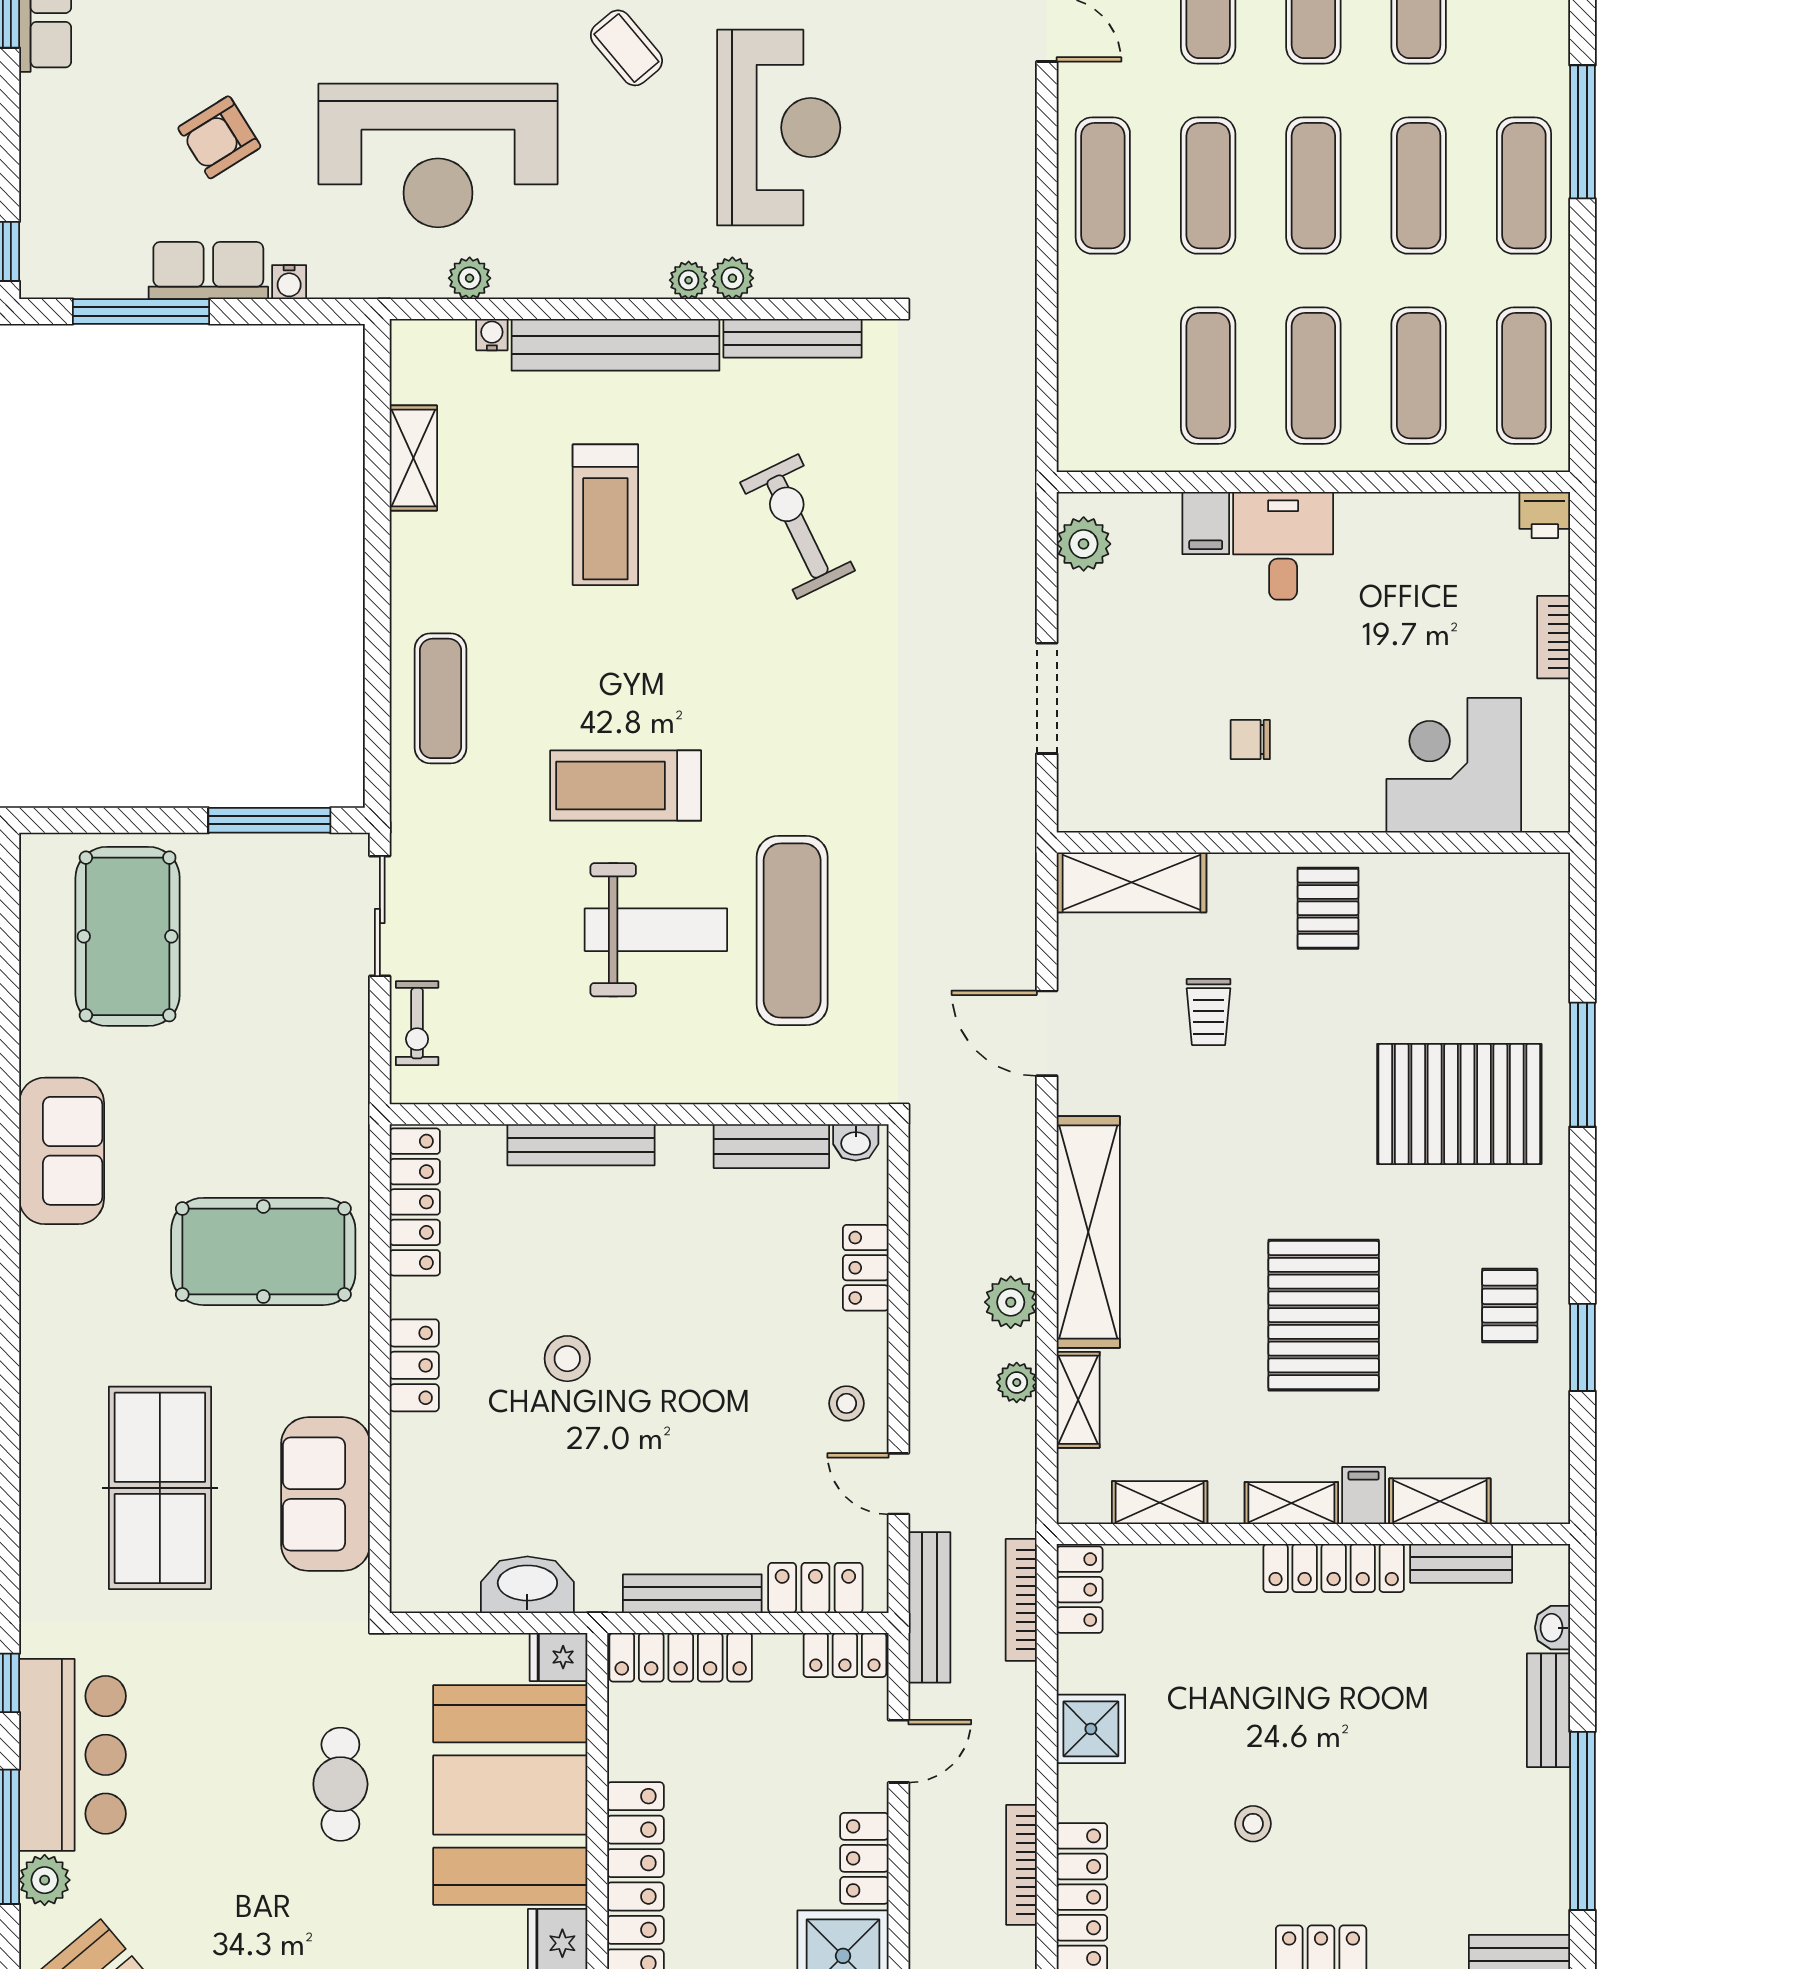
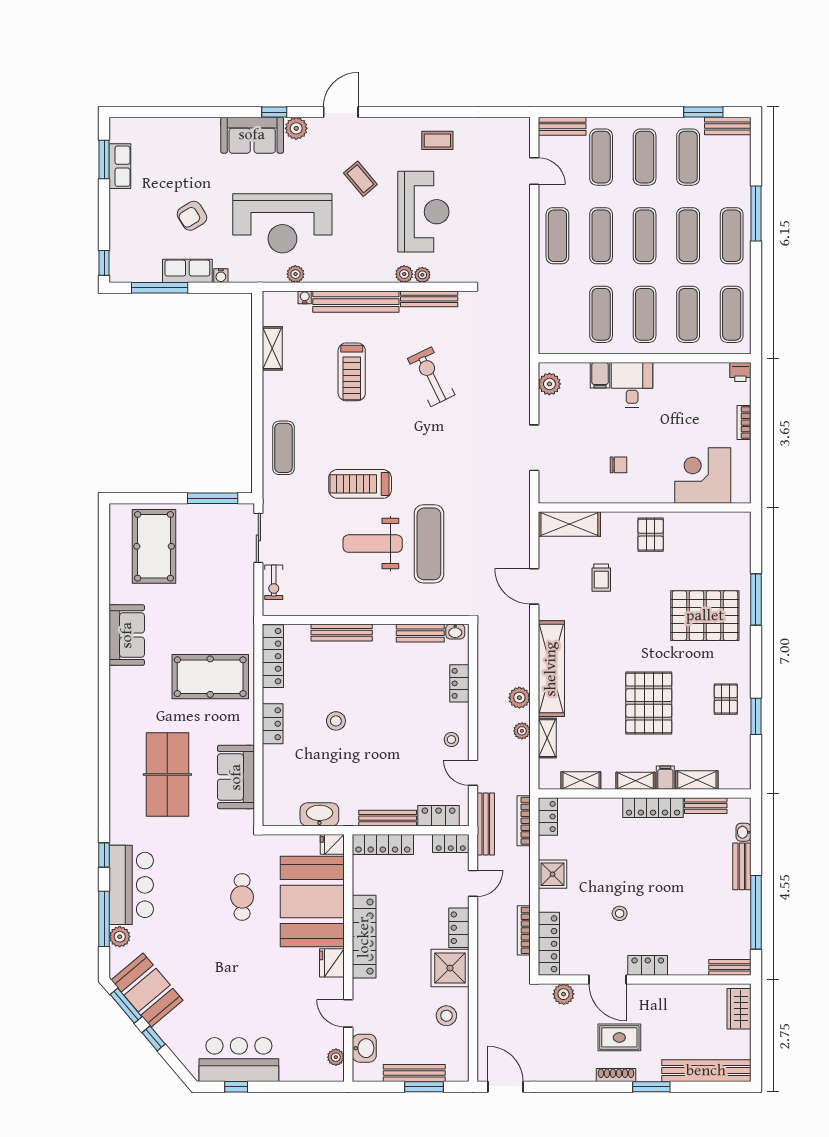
plant: (689, 280) -> (422, 275), moved
chair: (1250, 740) -> (618, 465), turned 180
weight bench: (656, 930) -> (373, 544), turned 180

